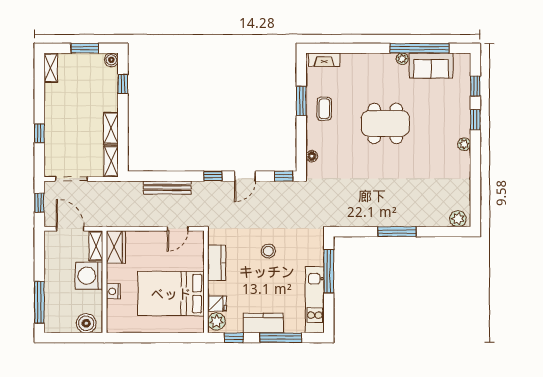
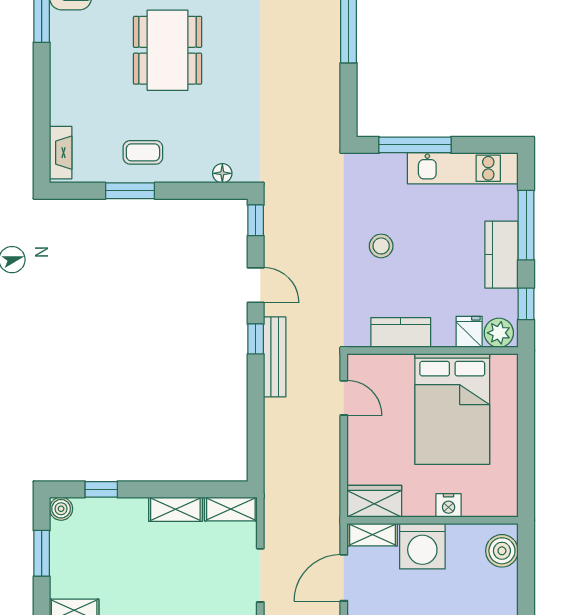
plant: (402, 59) -> (59, 22), removed
bench: (167, 187) -> (275, 357), moved

